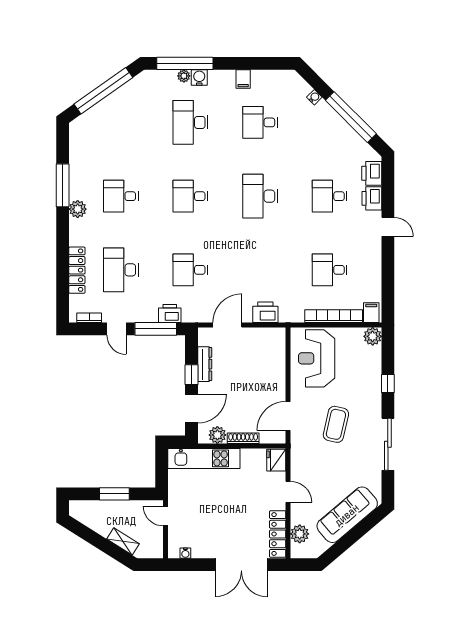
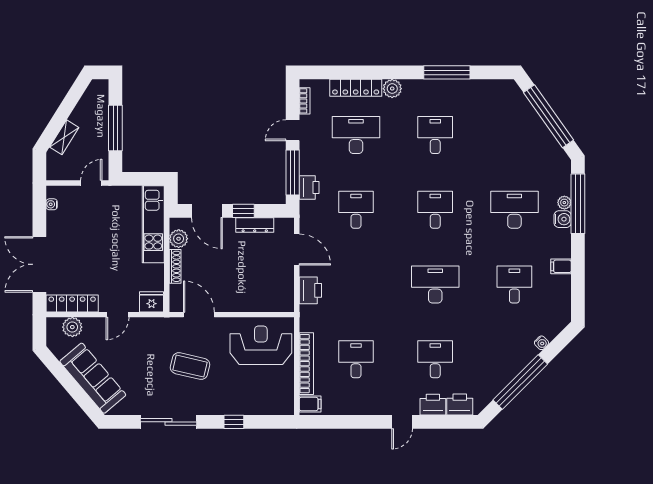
plant: (78, 209) -> (392, 89), moved
plant: (373, 336) -> (285, 405), removed
window: (114, 494) -> (115, 128), width x1.44

